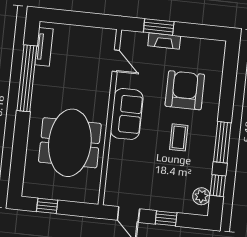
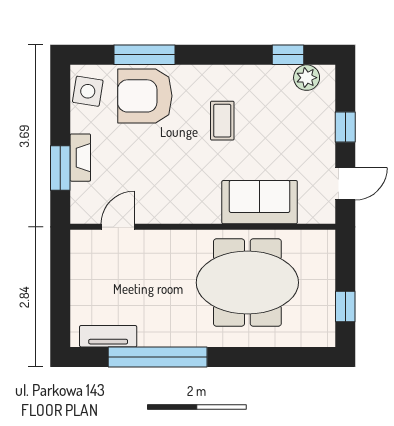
side table: (208, 50) -> (88, 91), added
armchair: (185, 90) -> (145, 96), moved
sofa: (127, 114) -> (260, 202), moved
coffee table: (179, 137) -> (222, 121), turned 90
window: (222, 142) -> (144, 55), moved

